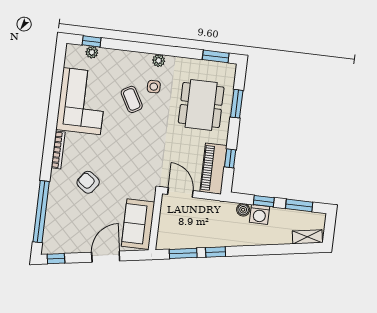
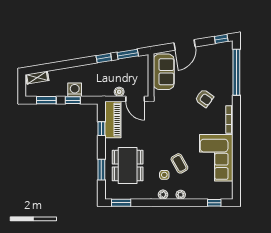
plant: (92, 52) -> (181, 195), moved
boiler: (243, 210) -> (119, 92), moved

